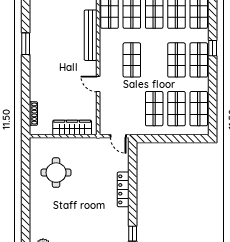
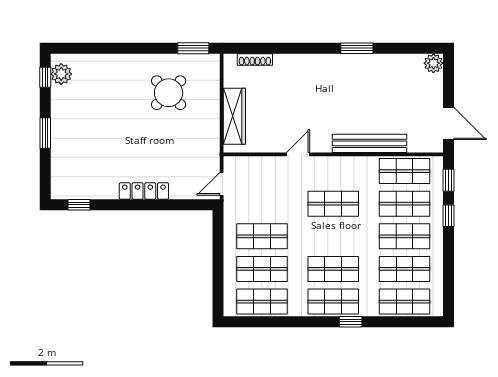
window: (26, 156) -> (193, 48), added
round table: (56, 173) -> (169, 93), turned 45

